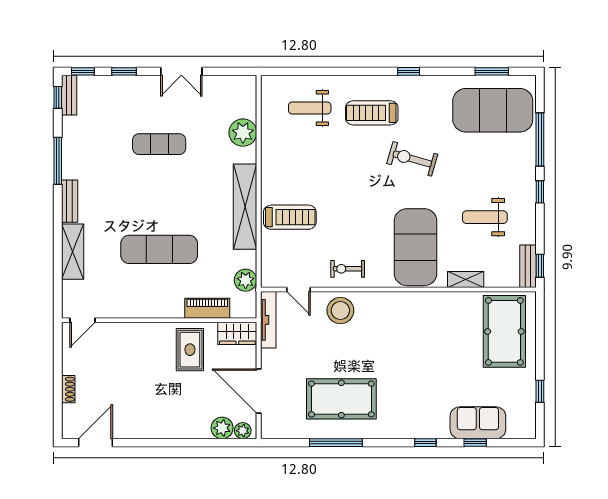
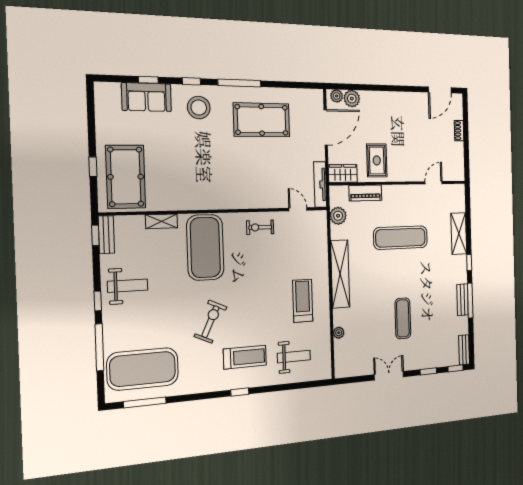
window: (409, 71) -> (240, 392), moved
window: (492, 71) -> (145, 402), width x1.44
window: (58, 97) -> (469, 263), moved
plant: (243, 133) -> (339, 333), width x0.53, depth x0.53
exercise mat: (159, 144) -> (403, 318), turned 90
exercise bike: (412, 159) -> (210, 322), turned -81
bench: (70, 201) -> (462, 300), moved
treadmill: (290, 217) -> (303, 301), moved, turned 90
weight bench: (485, 217) -> (128, 286), moved
exercise bike: (348, 269) -> (260, 227), turned 180
stool: (340, 311) -> (199, 108), moved
door: (82, 320) -> (434, 183), moved
door: (259, 391) -> (326, 127), hinge flipped
window: (540, 391) -> (93, 167), moved
window: (336, 443) -> (240, 83), moved

